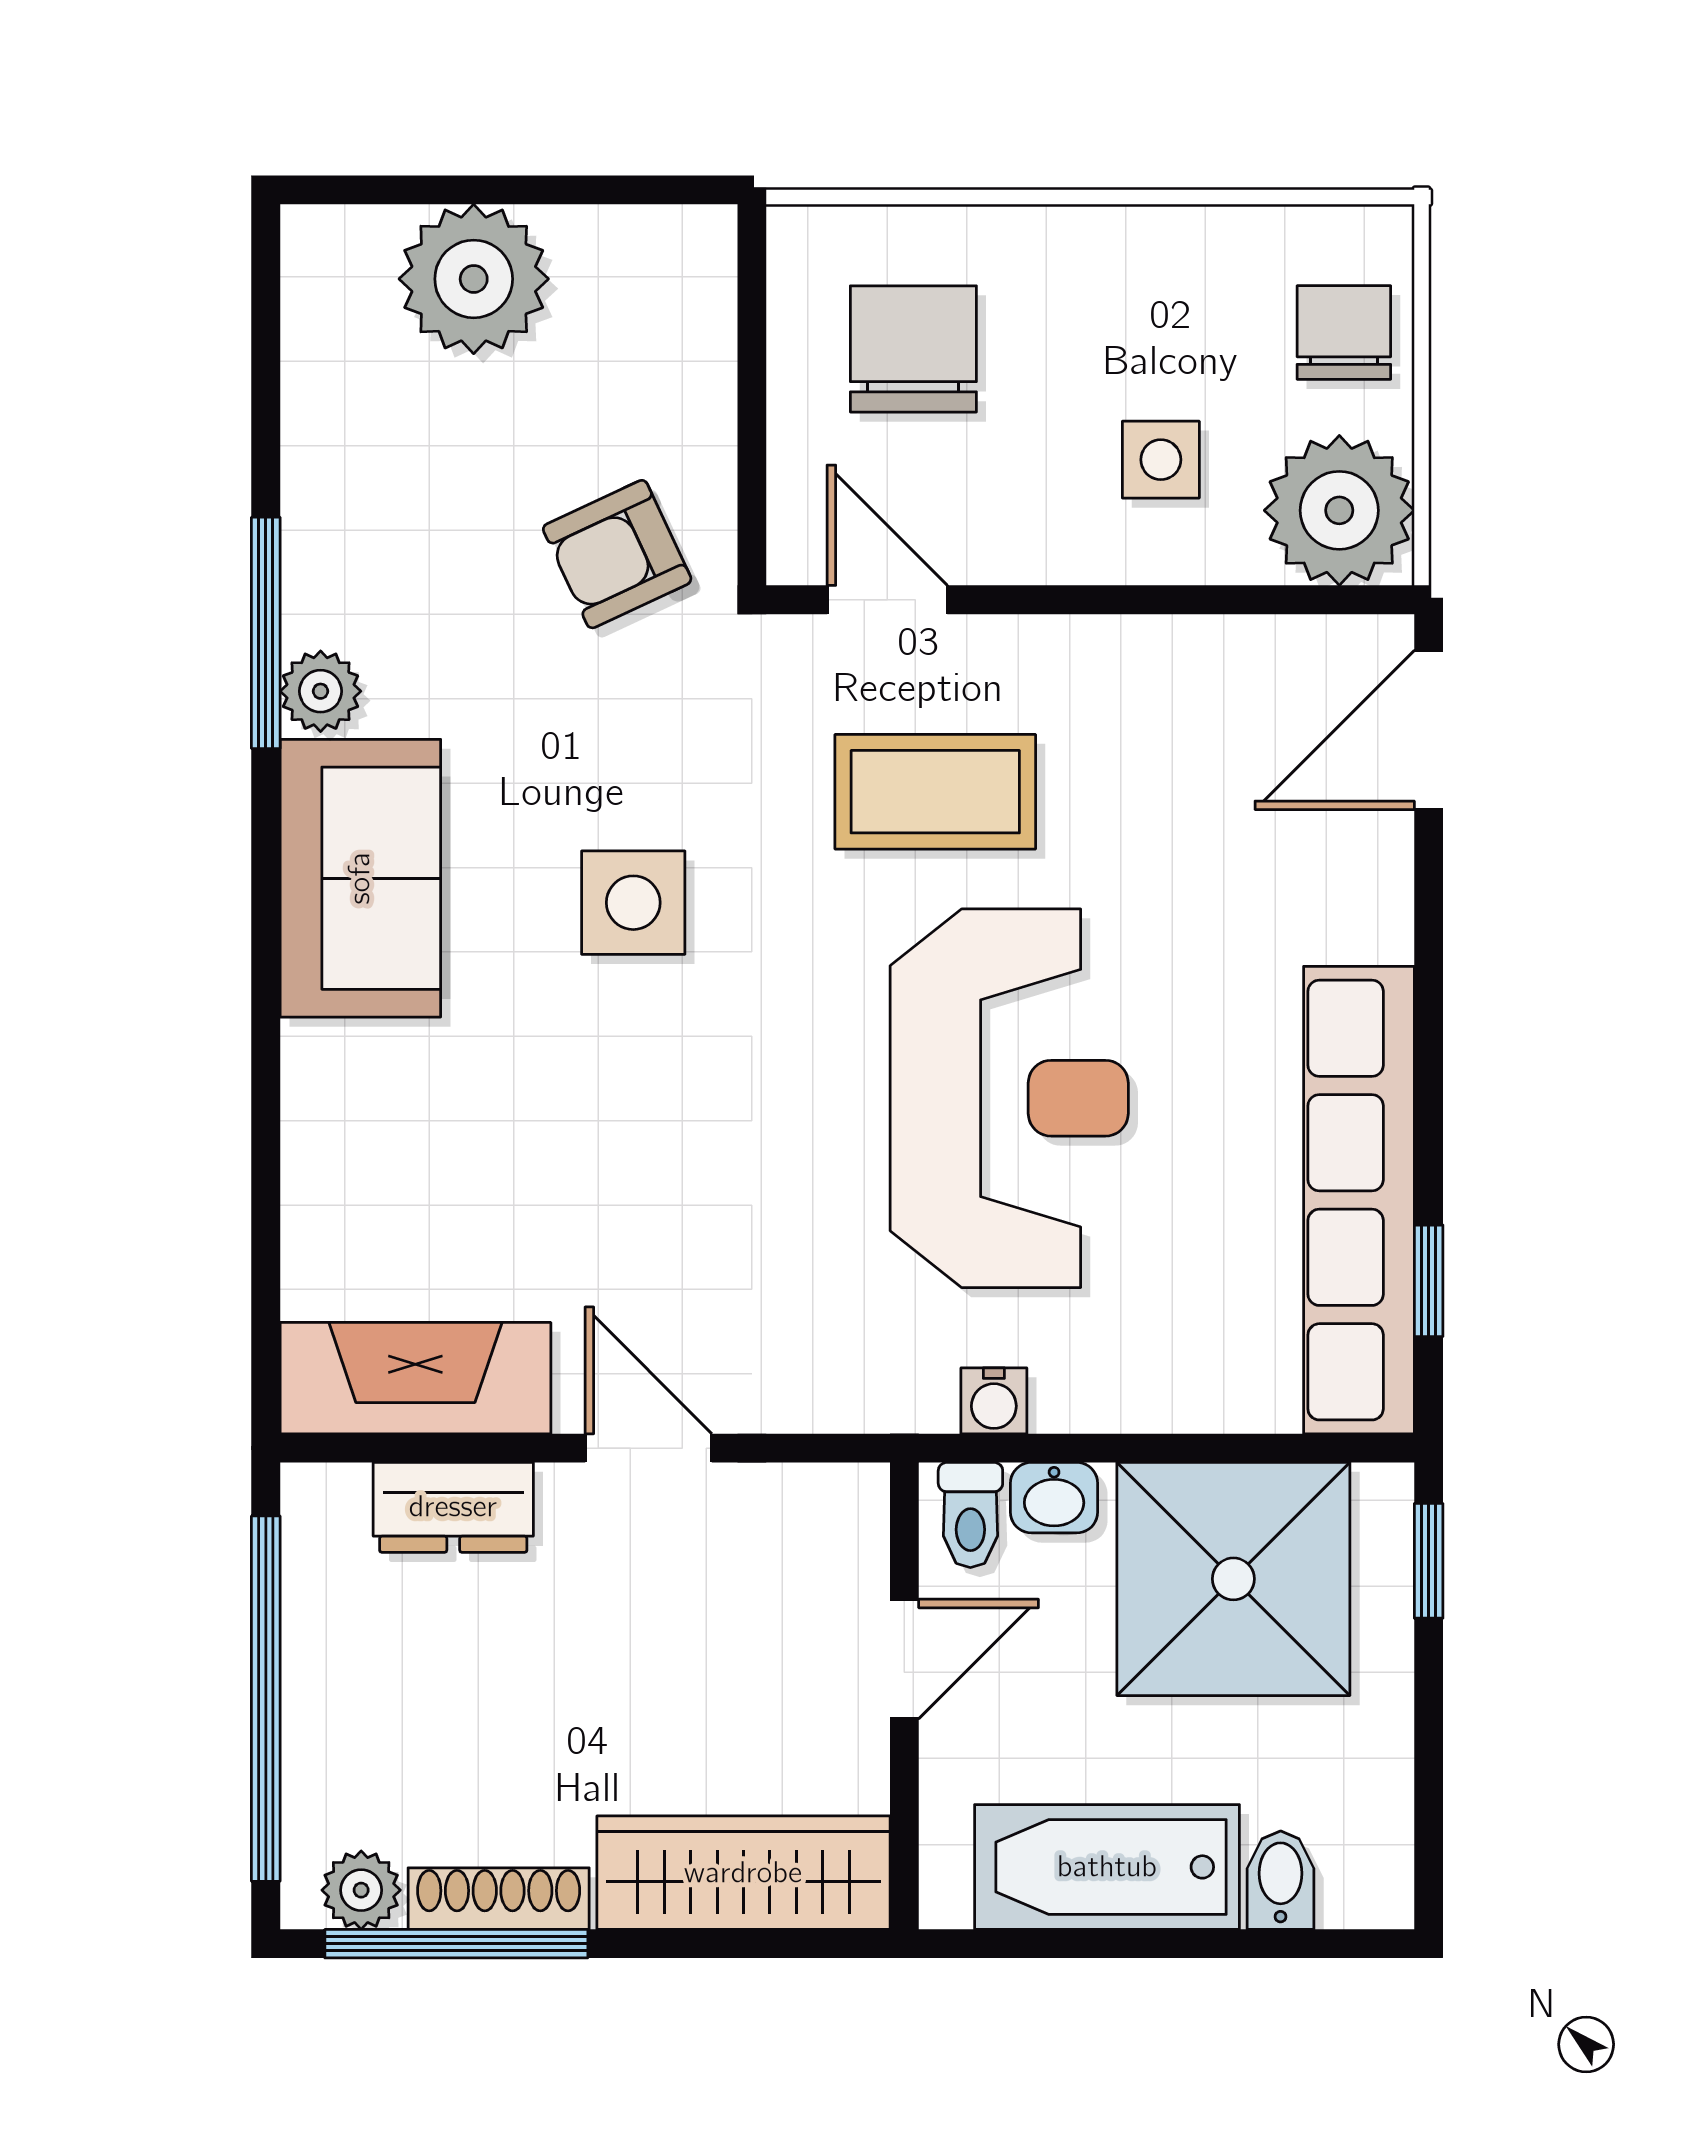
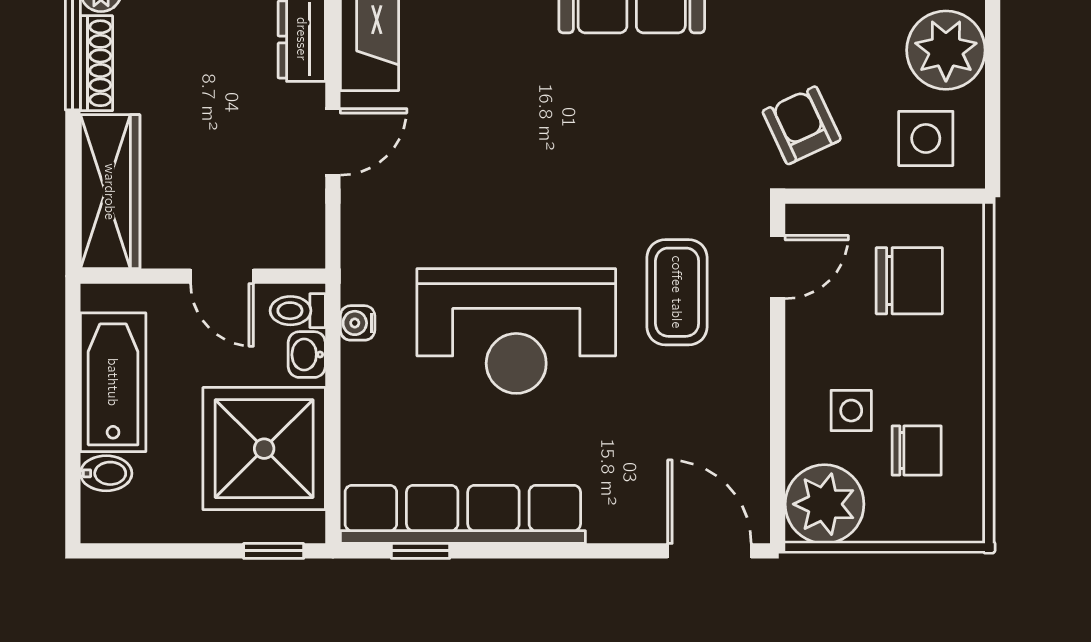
chair: (1344, 332) -> (917, 451), moved
side table: (633, 903) -> (926, 138), moved

